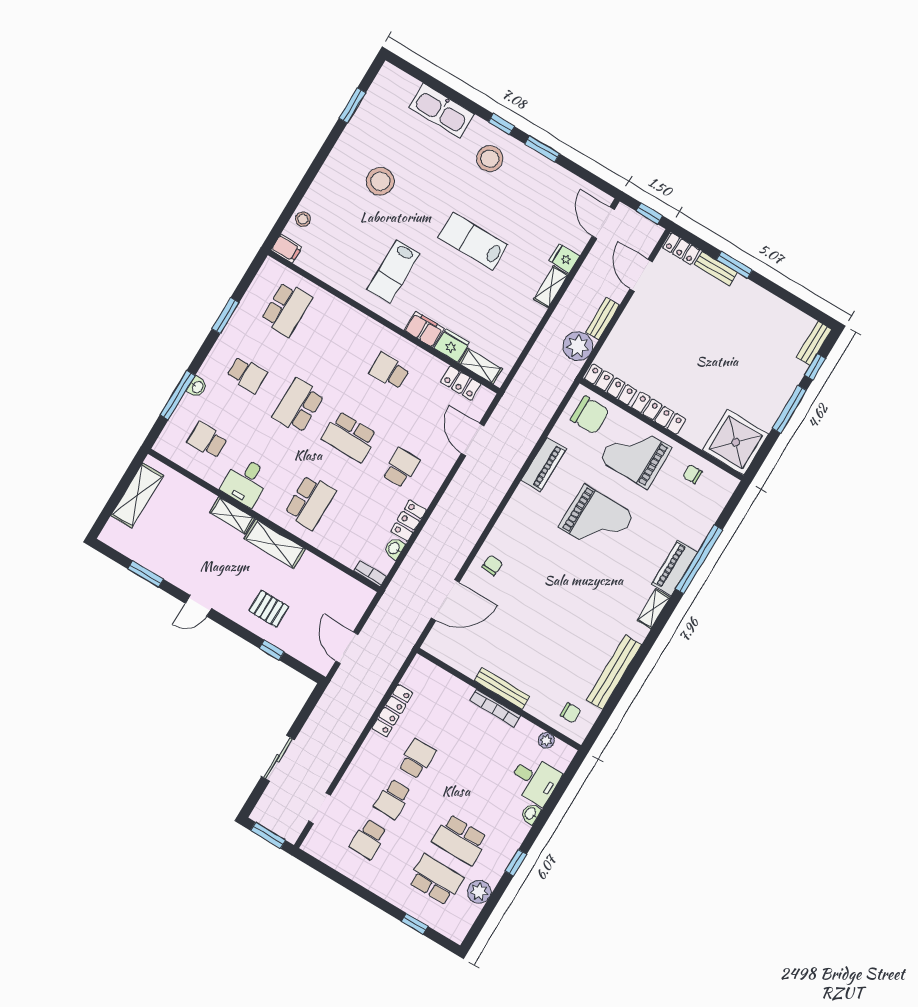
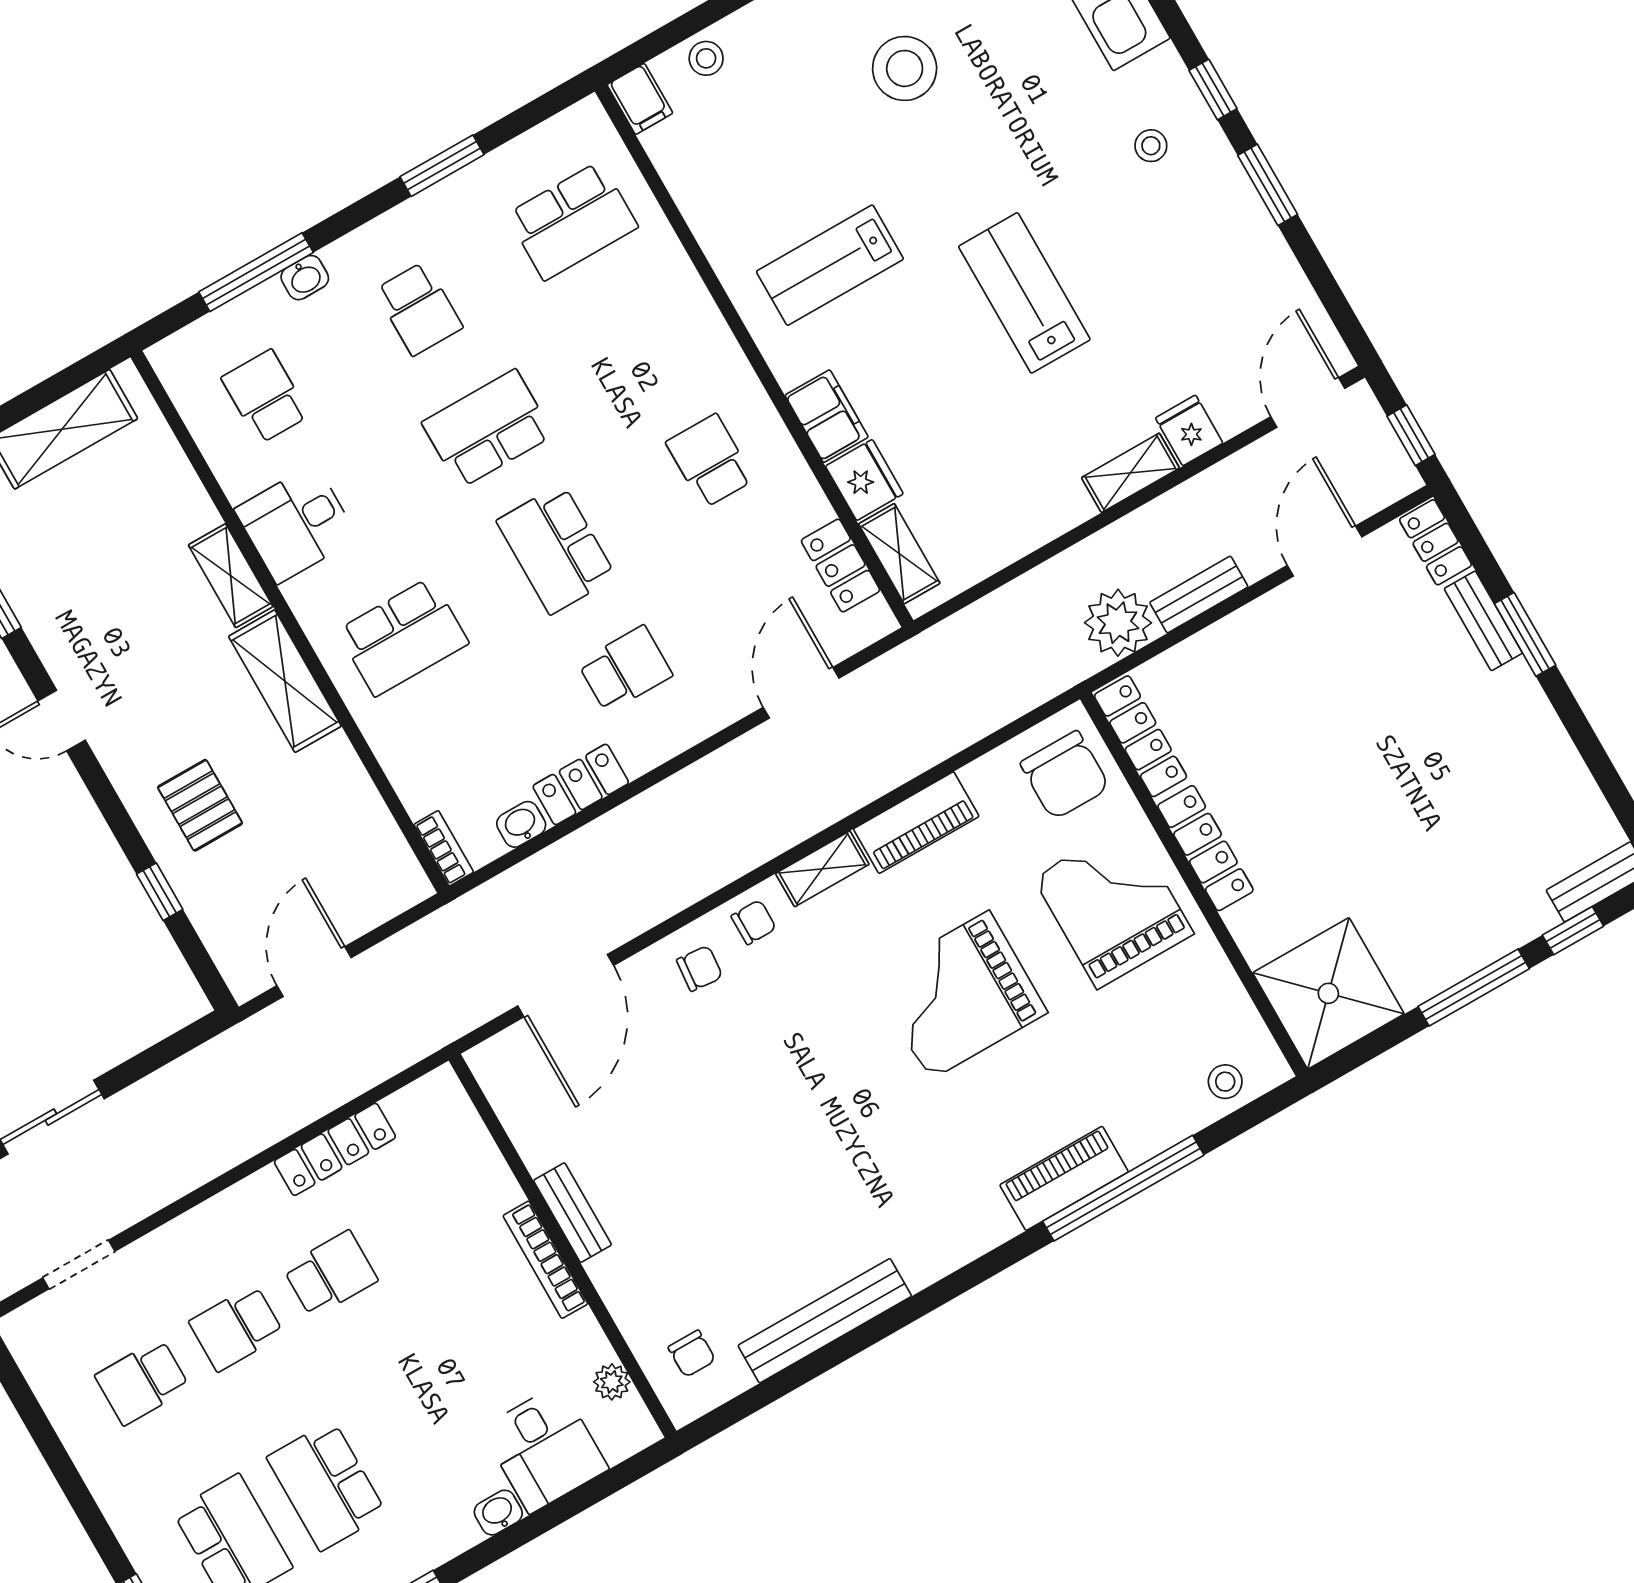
stool: (490, 159) -> (1151, 146), width x0.53, depth x0.53
chair: (693, 474) -> (754, 922), moved, turned 90
stool: (715, 497) -> (1225, 1082), added
grand piano: (596, 521) -> (959, 995), turned 90
door: (445, 600) -> (566, 986), hinge flipped
shelving: (654, 609) -> (822, 869), moved
bench: (502, 688) -> (573, 1213), width x0.73

